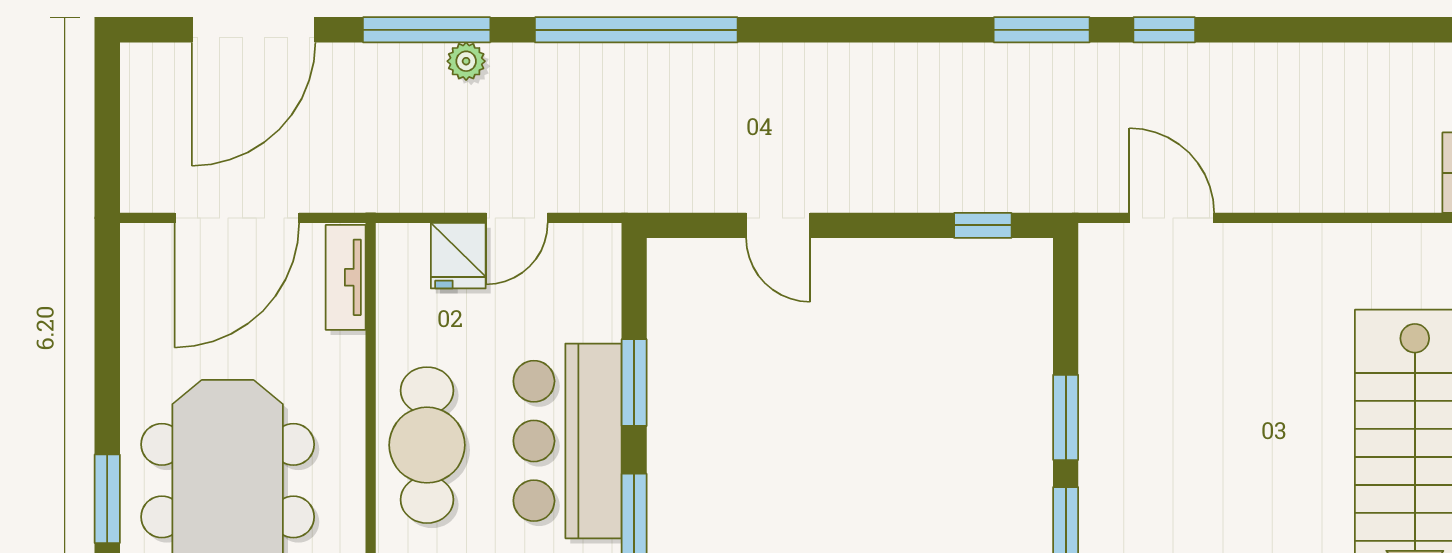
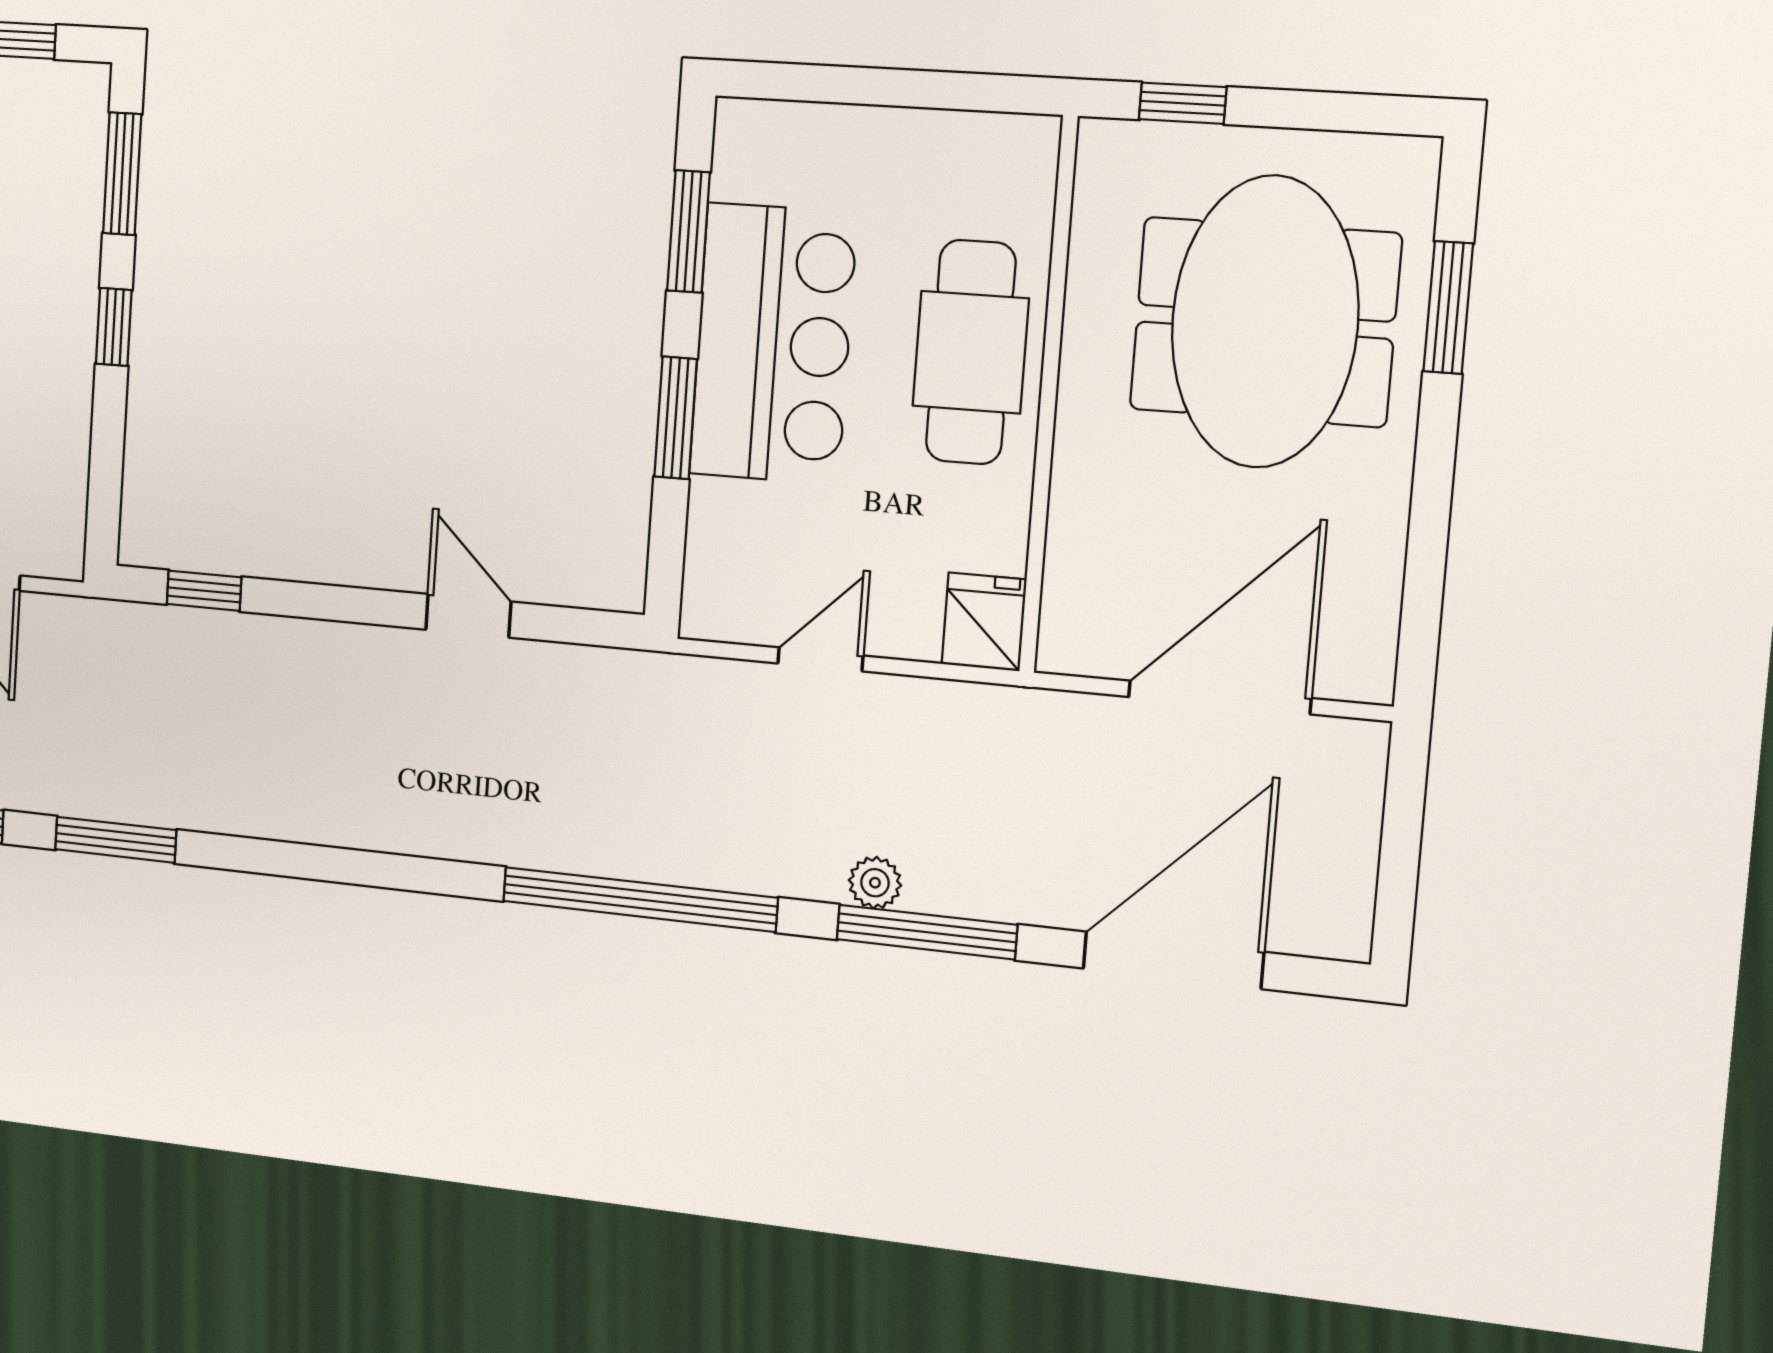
fridge: (458, 256) -> (984, 622), moved
tv unit: (346, 277) -> (1069, 599), removed
window: (1066, 417) -> (114, 327), width x0.67

